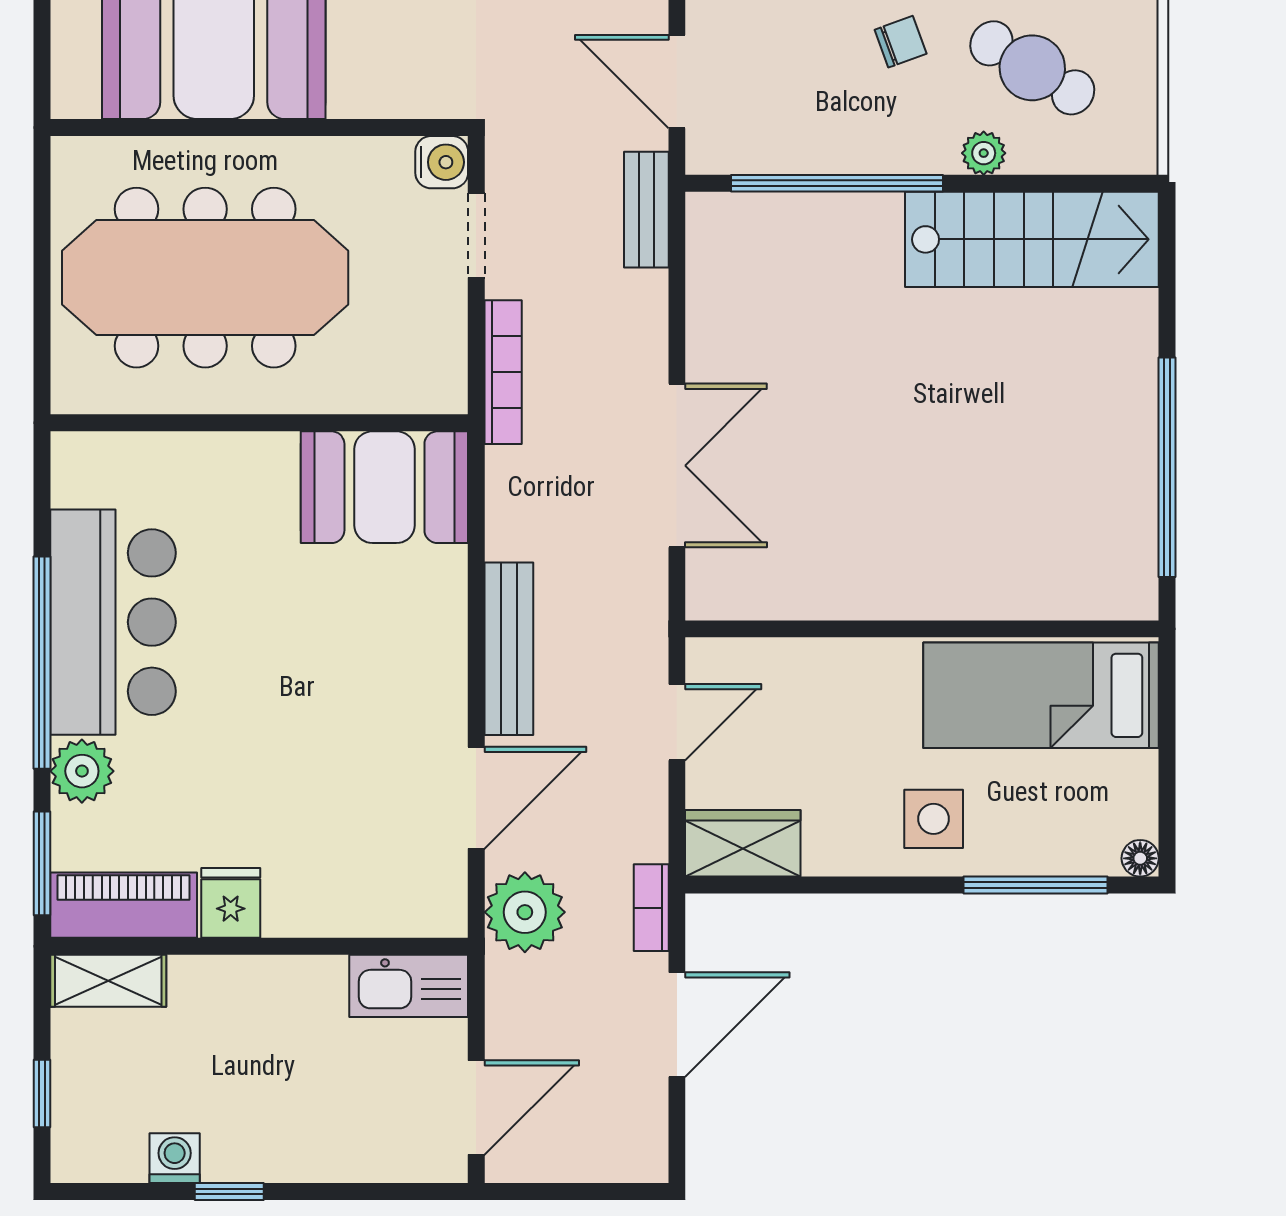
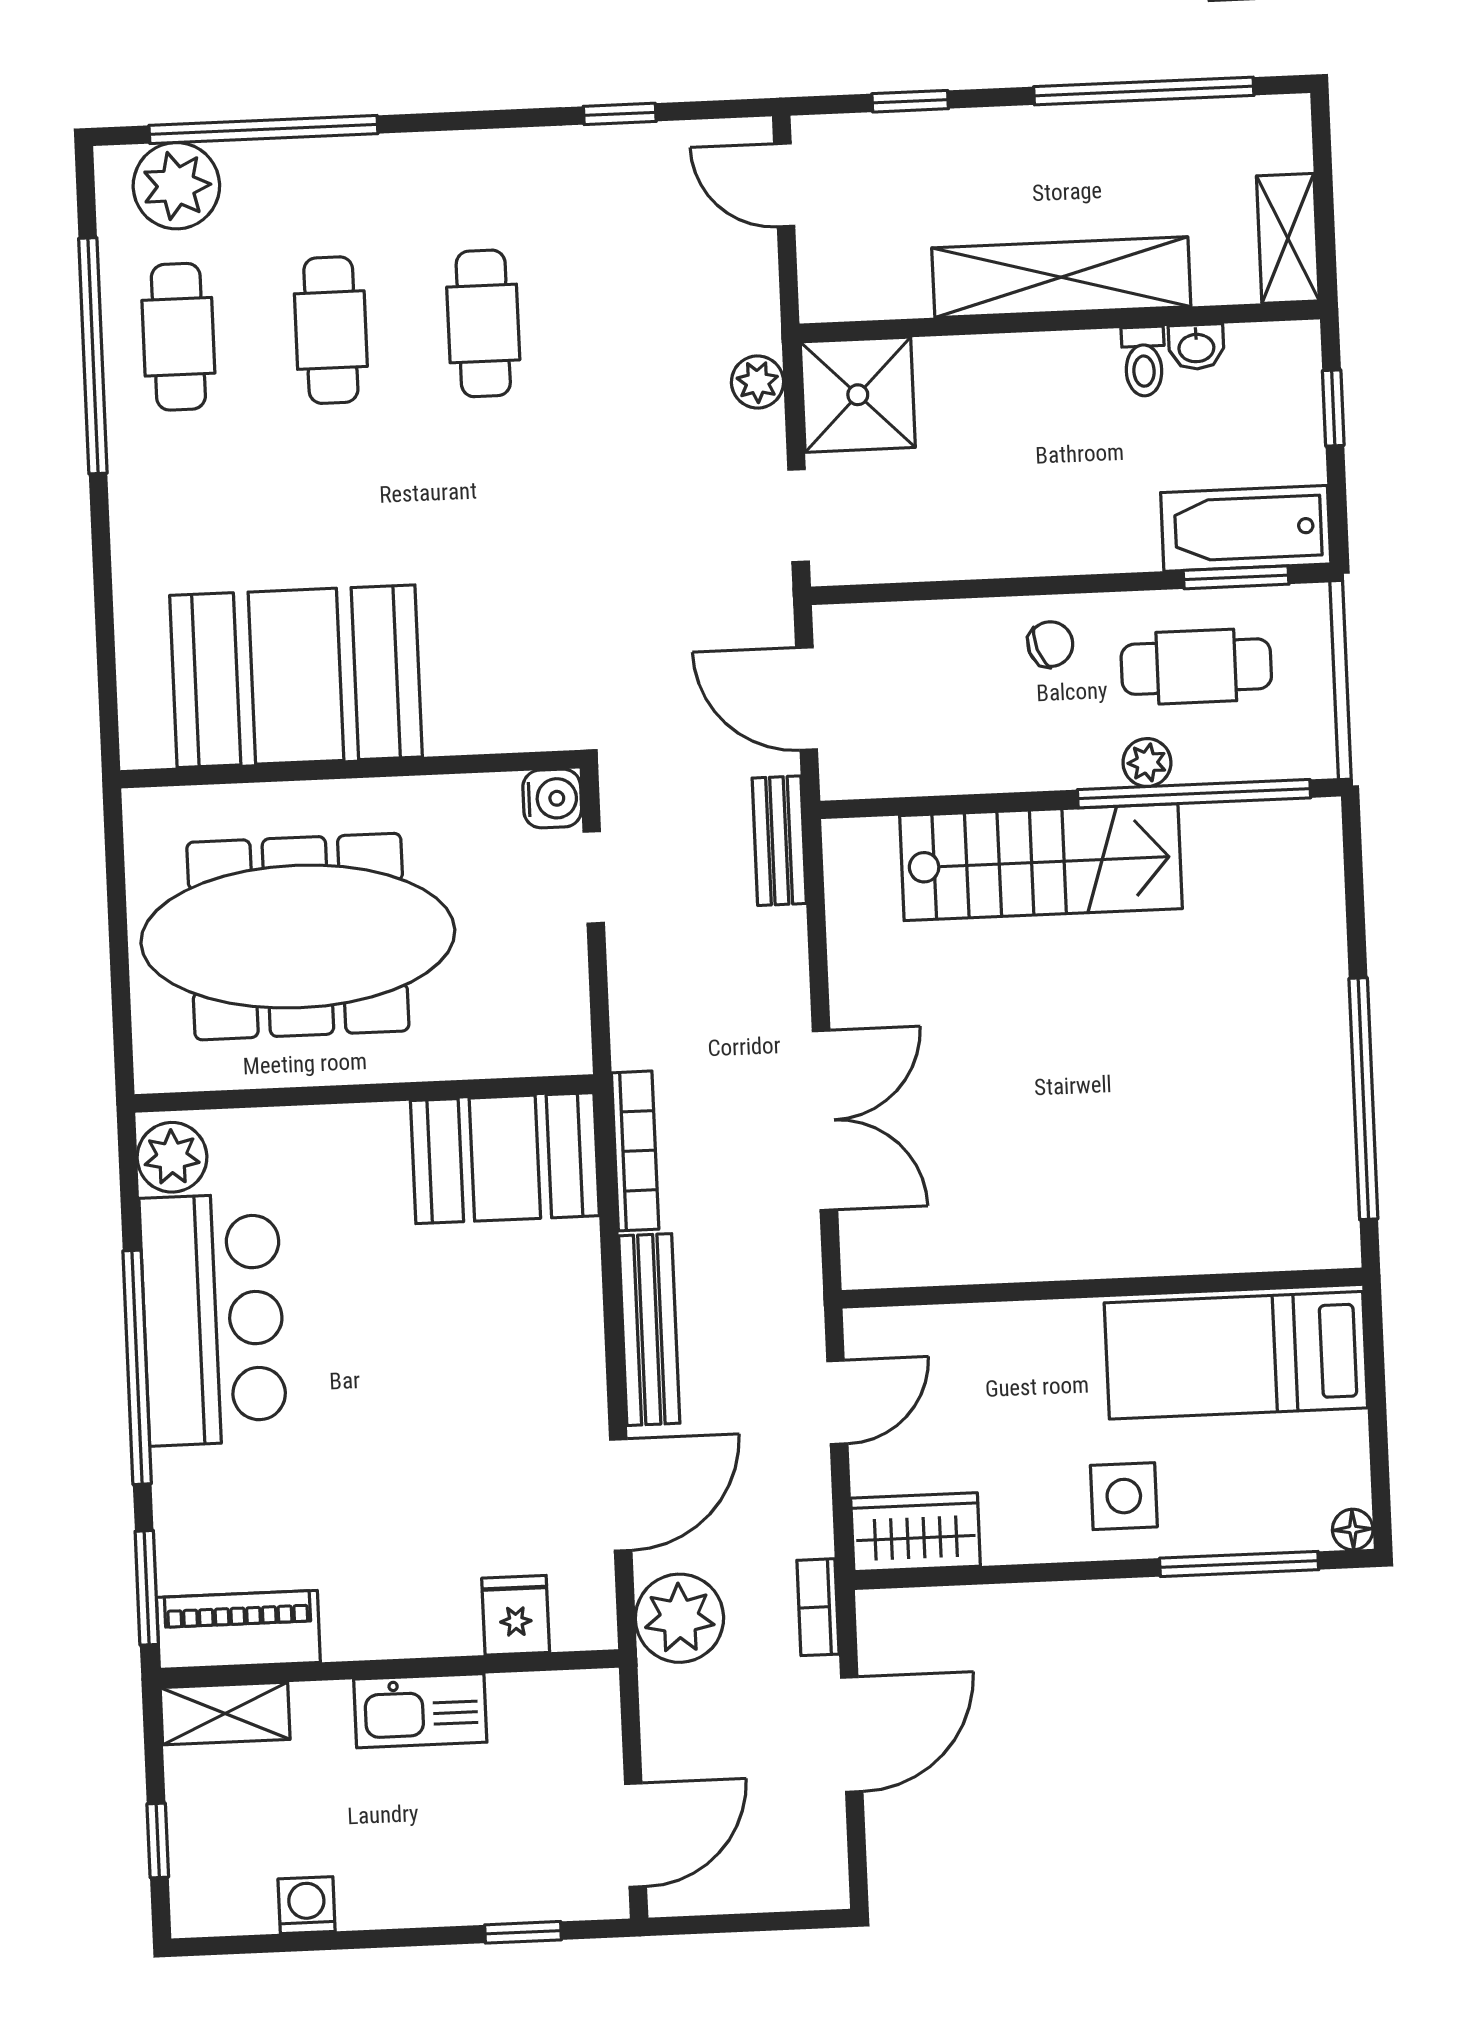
cafe table: (1032, 68) -> (1196, 667), turned -31
window: (837, 183) -> (1194, 794), moved
stairs: (1032, 239) -> (1041, 862), moved
bookcase: (503, 372) -> (635, 1151), moved
plant: (82, 771) -> (172, 1157), moved
fridge: (231, 903) -> (516, 1615), moved
kitchen sink: (409, 986) -> (420, 1711), moved
window: (229, 1191) -> (523, 1932), moved

